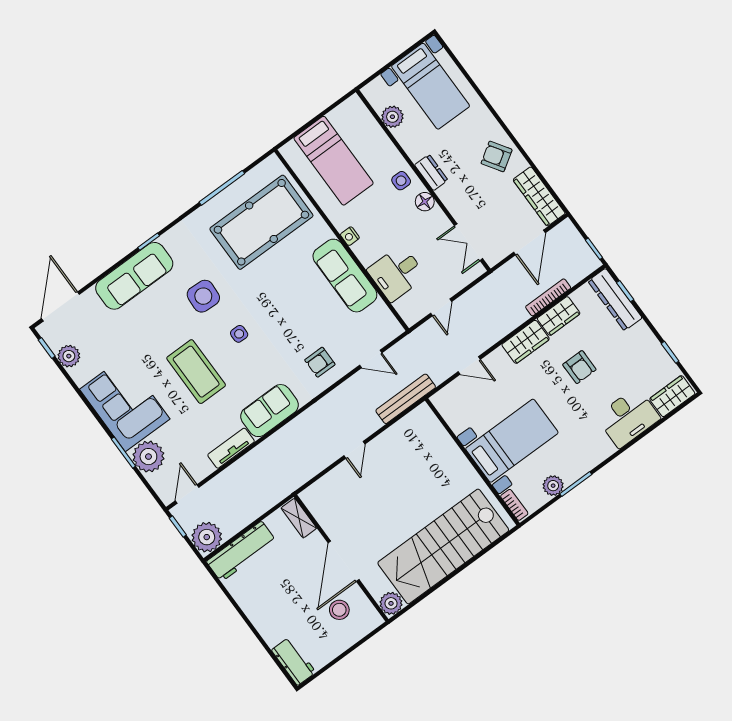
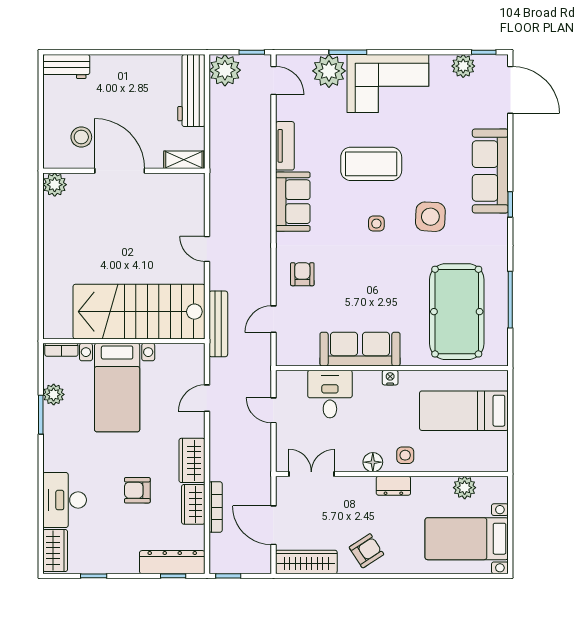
stairs: (443, 547) -> (139, 312), moved, turned -90

